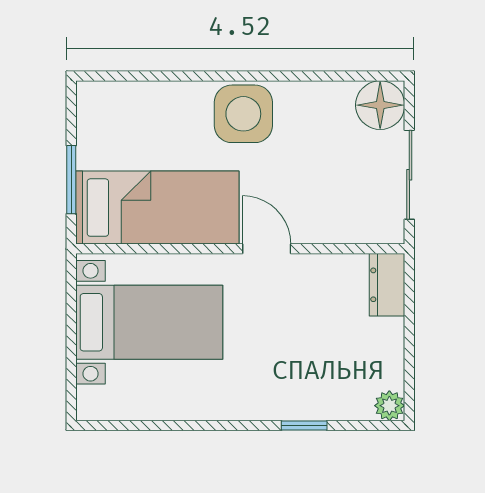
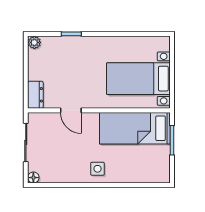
floor lamp: (380, 105) -> (33, 178), width x0.53, depth x0.53
side table: (243, 114) -> (98, 169), width x0.54, depth x0.54
door: (267, 249) -> (71, 110), moved

